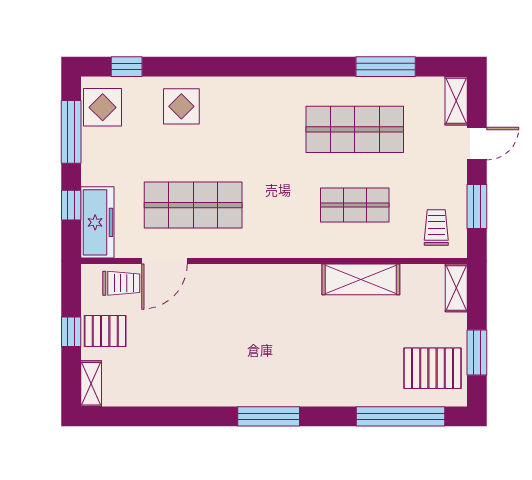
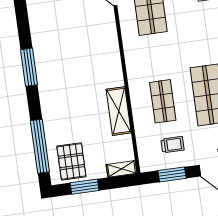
trolley: (436, 228) -> (172, 145), moved

